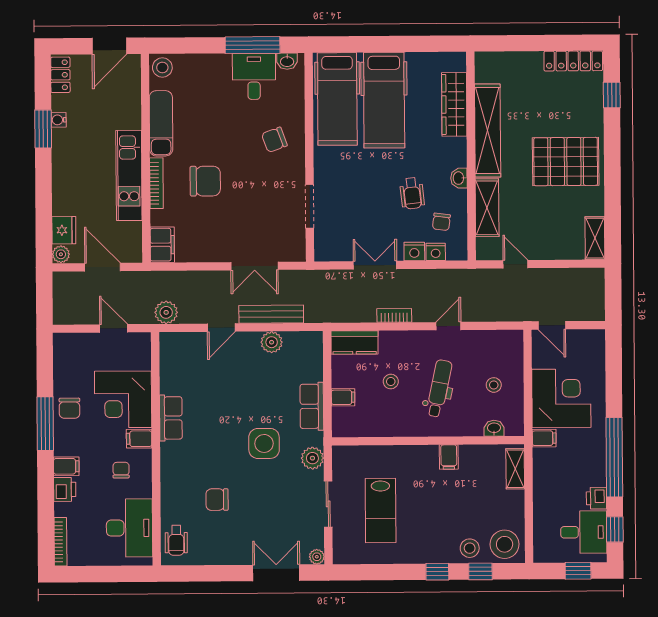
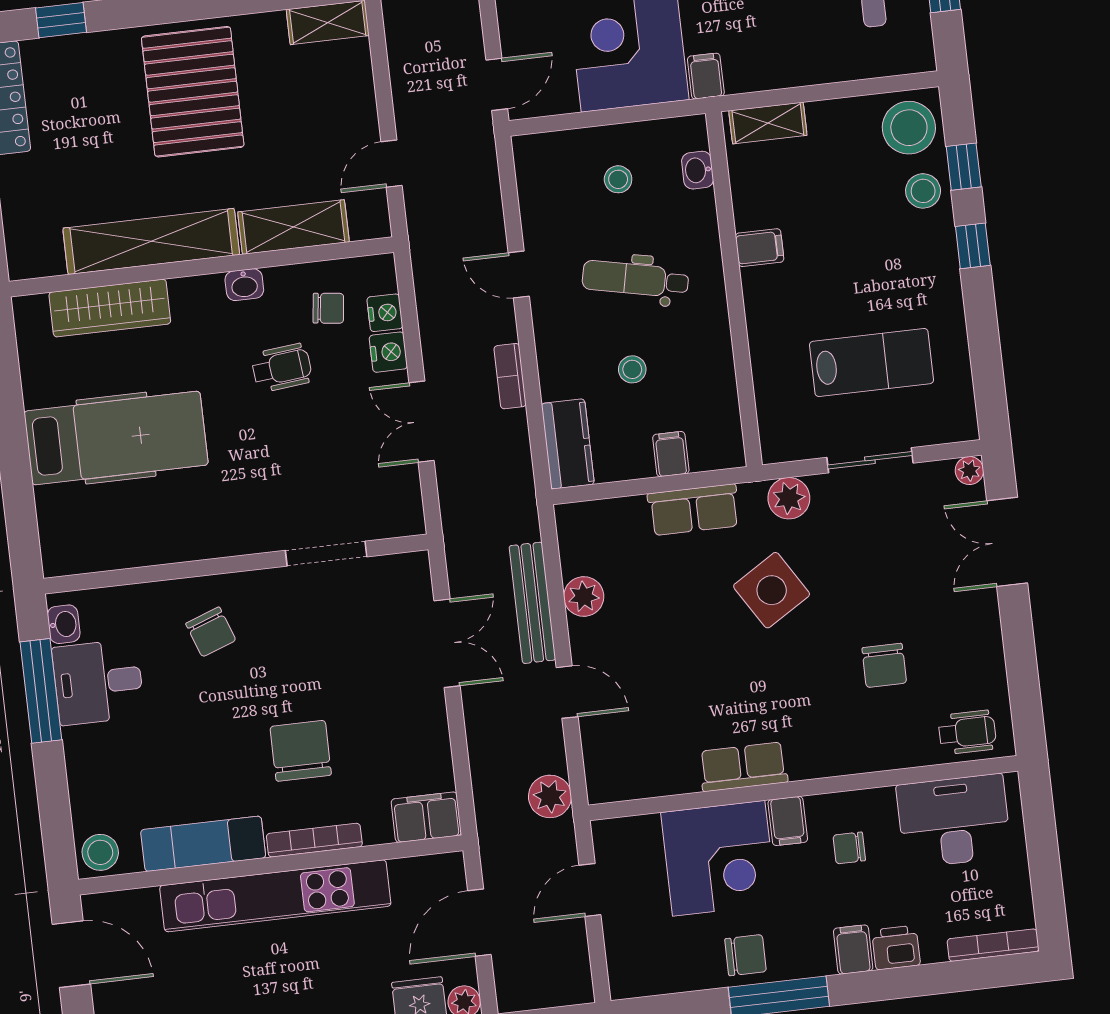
hospital bed: (337, 99) -> (123, 524), removed
kitchen unit: (129, 175) -> (275, 896), width x1.36
side table: (264, 443) -> (772, 590), turned -32

